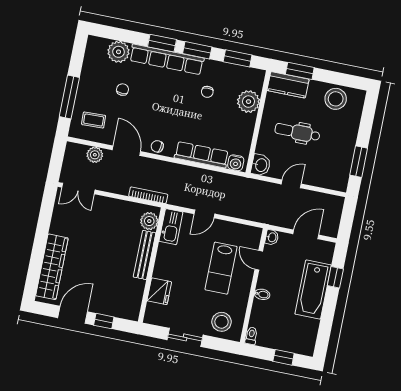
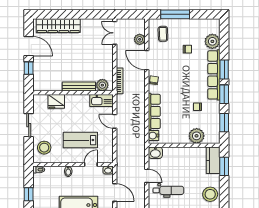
dental chair: (297, 132) -> (168, 190), moved, turned 90
door: (126, 151) -> (147, 60), swing flipped

